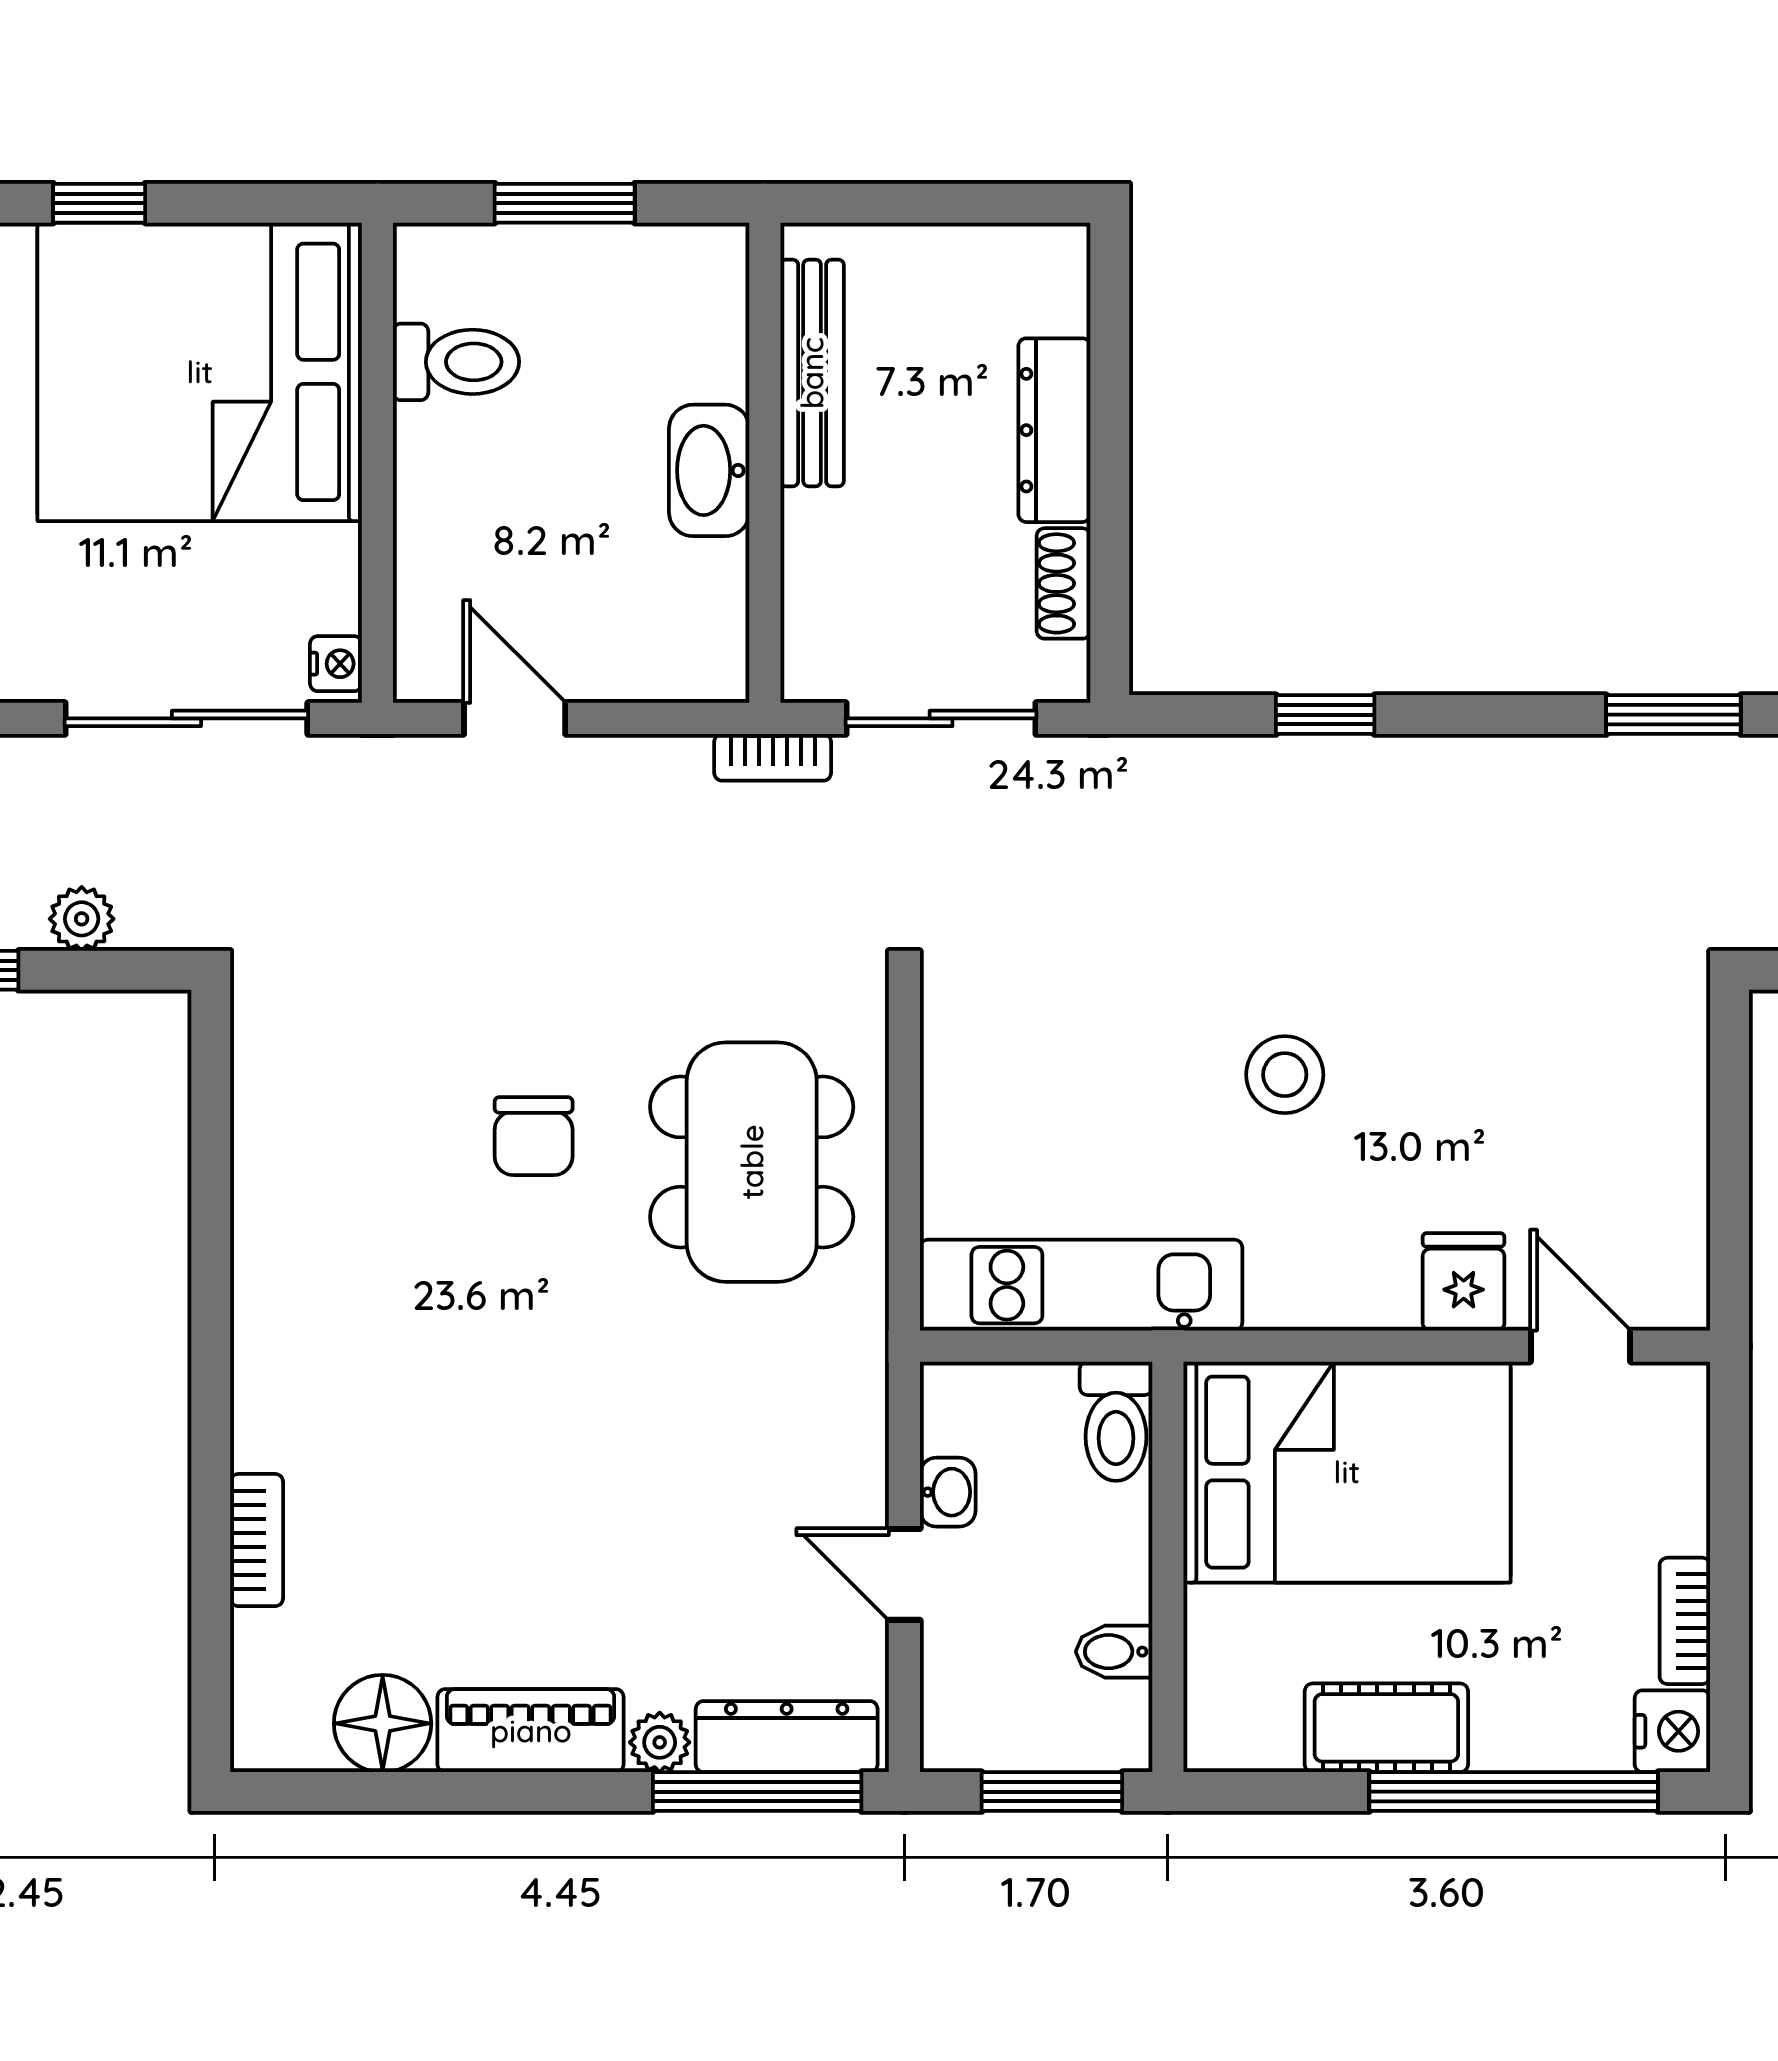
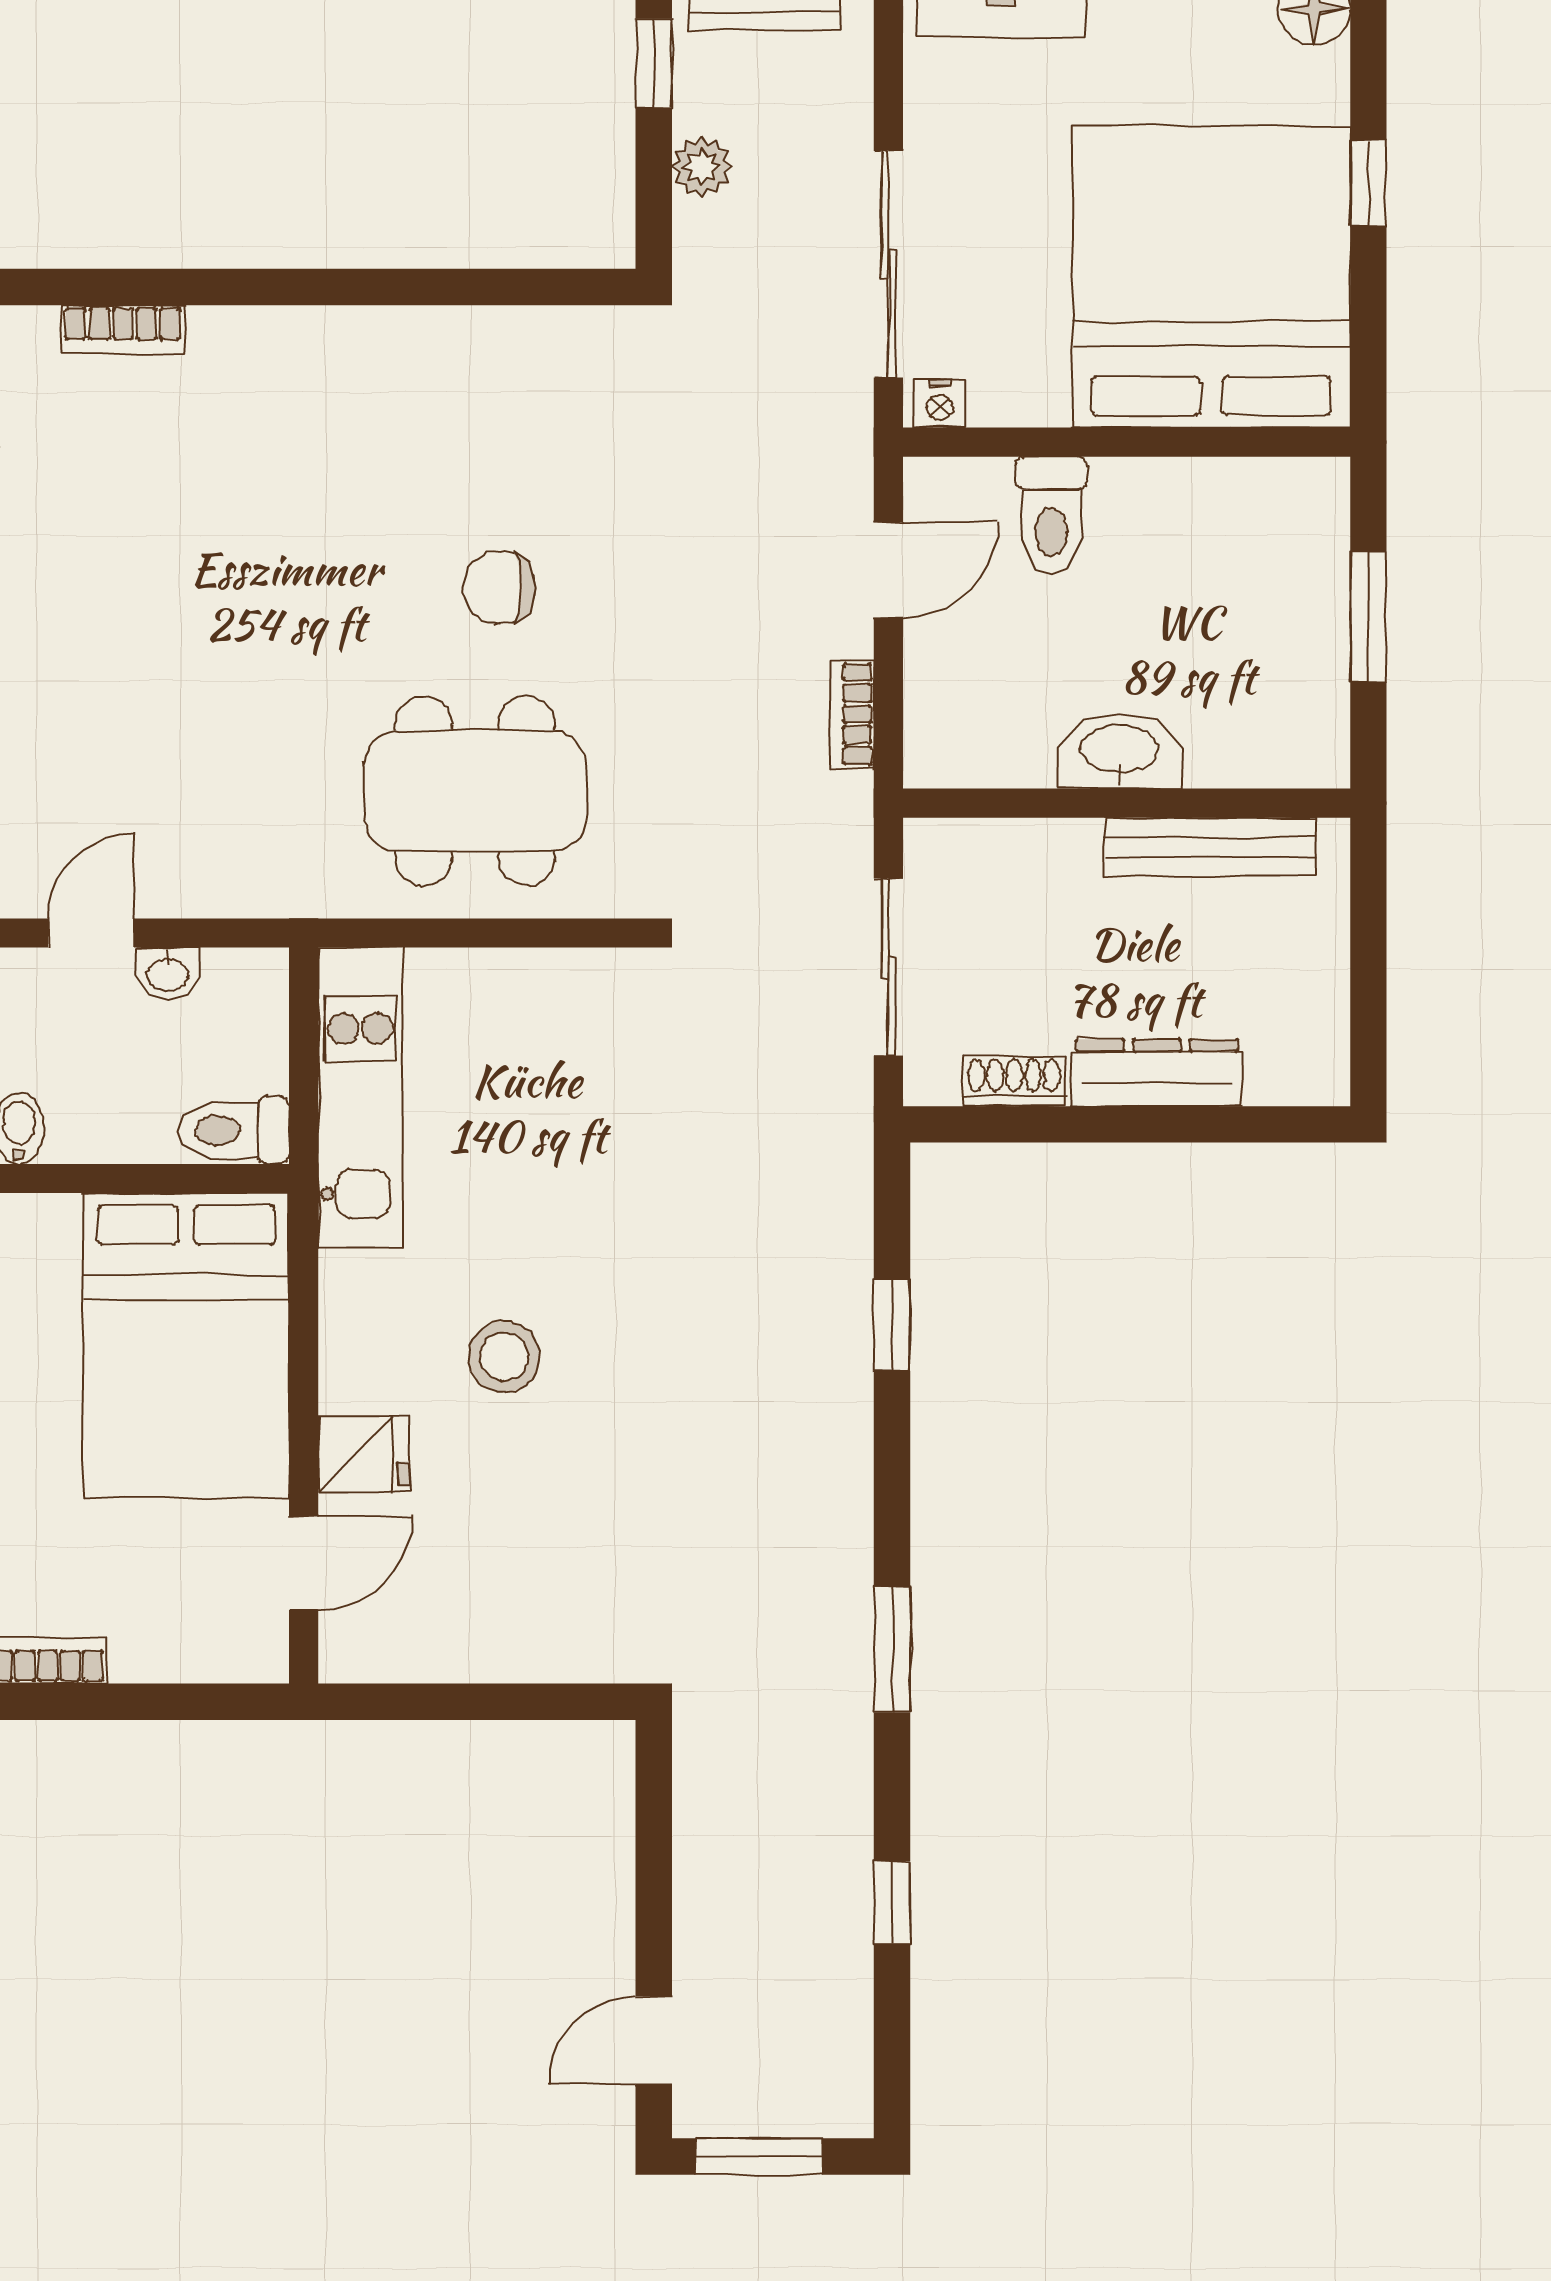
toilet: (456, 362) -> (1051, 515), moved
bookcase: (773, 757) -> (852, 714), moved
stool: (1285, 1075) -> (504, 1357), moved

